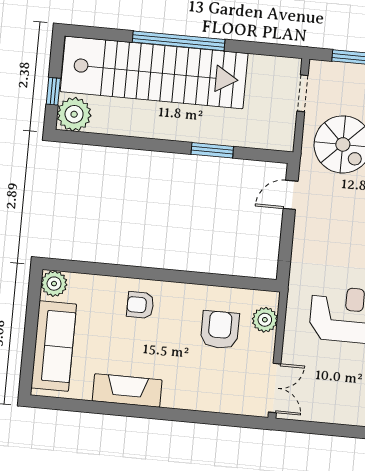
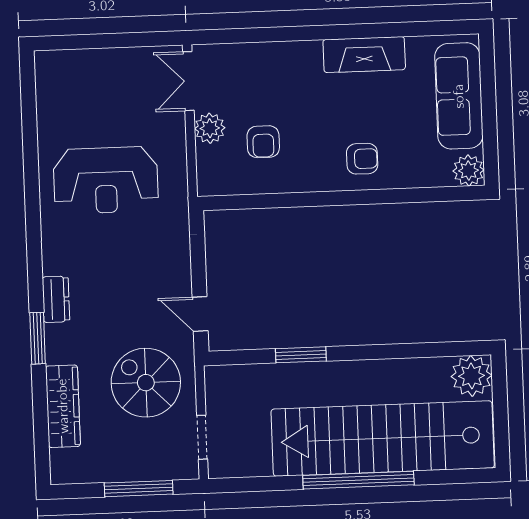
window: (53, 91) -> (500, 400), removed
door: (291, 195) -> (200, 314), swing flipped
plant: (265, 320) -> (210, 128), moved
armchair: (220, 330) -> (263, 142), width x0.72, depth x0.72

